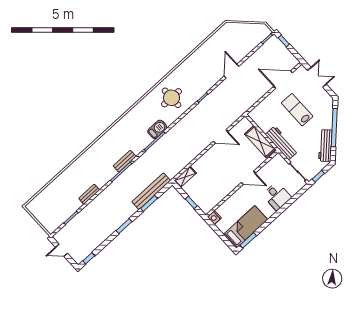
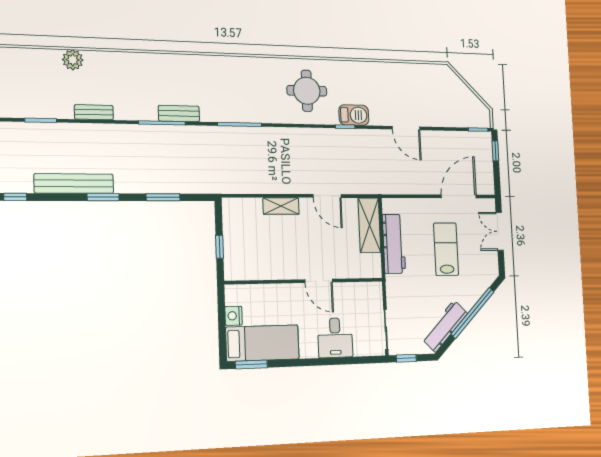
door: (231, 71) -> (406, 128), swing flipped
double door: (317, 77) -> (500, 231), swing flipped
door: (283, 79) -> (459, 196), hinge flipped
barbecue: (157, 129) -> (354, 115), moved
shelving: (260, 142) -> (369, 225), moved
workbench: (282, 143) -> (394, 244), moved
shelving: (185, 177) -> (281, 206), moved
plant: (61, 180) -> (73, 60), added
bench: (151, 191) -> (74, 184), moved
nightstand: (214, 217) -> (234, 316), moved

